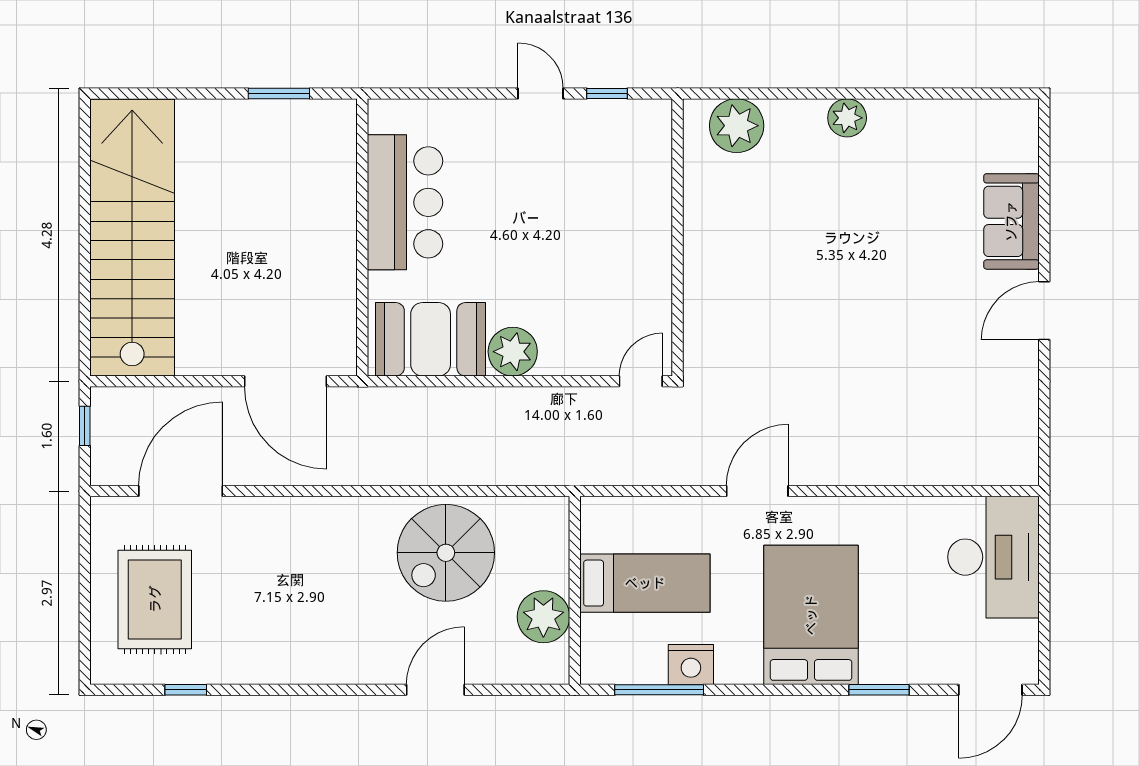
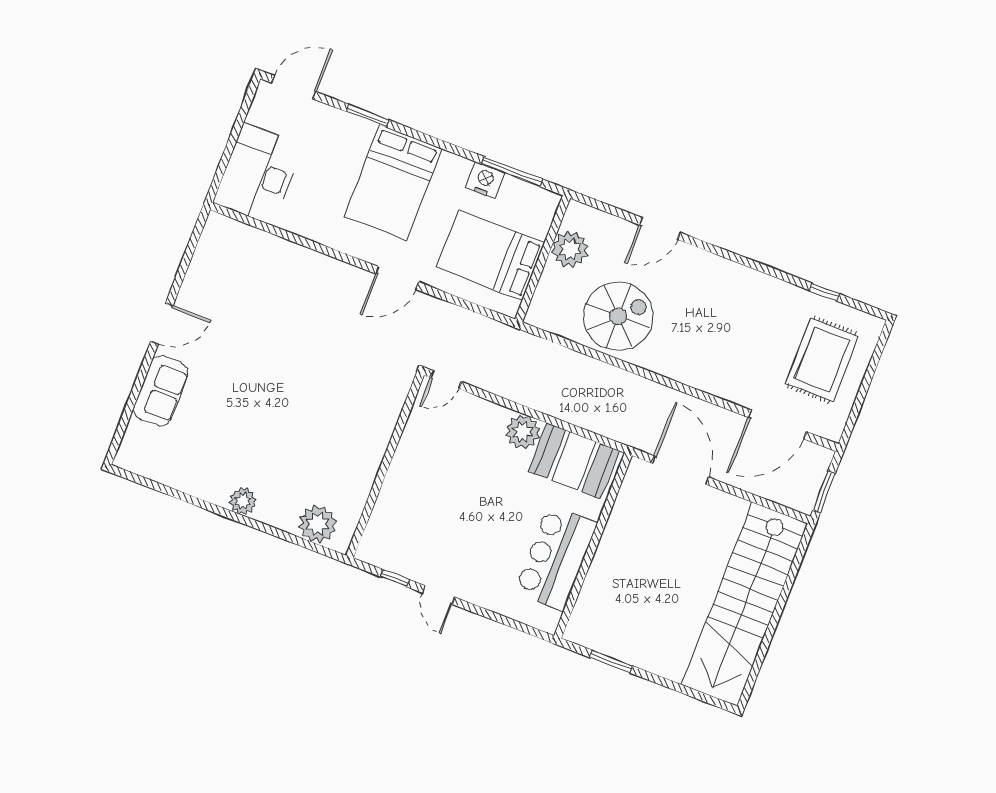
window: (85, 426) -> (824, 492), width x1.50
bed: (645, 583) -> (491, 255), width x1.50

